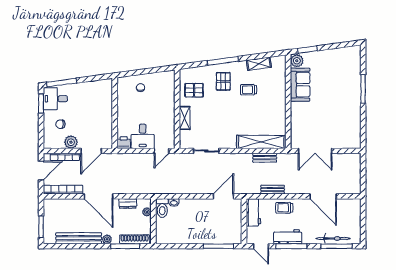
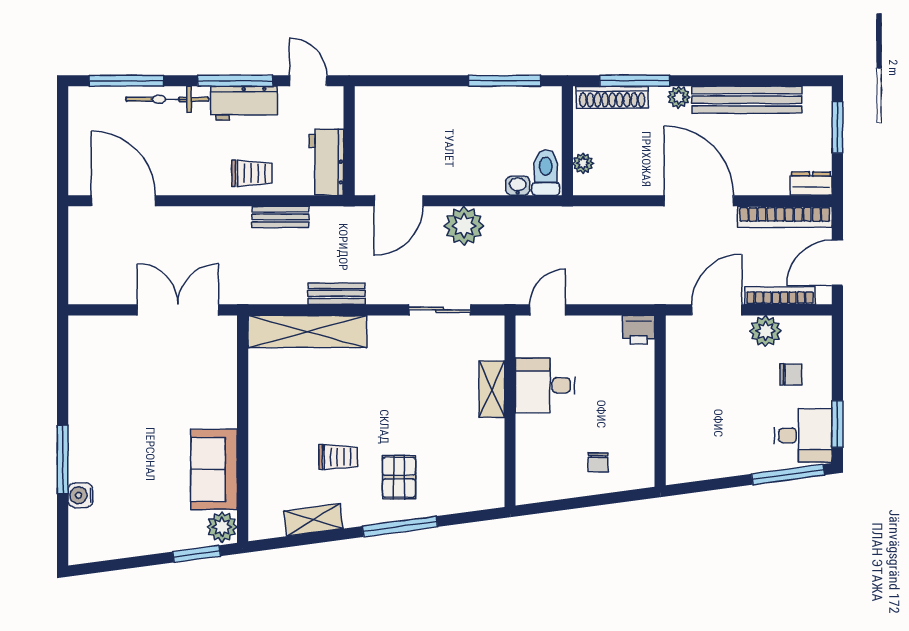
water cooler: (356, 74) -> (80, 495), added
pallet: (194, 90) -> (469, 456), removed
desk: (143, 136) -> (545, 385), moved, turned -90
bench: (265, 158) -> (337, 294), moved
plant: (196, 186) -> (464, 226), added
door: (323, 196) -> (123, 201), moved
dresser: (128, 203) -> (811, 184), moved
bicycle: (333, 238) -> (167, 99), moved
window: (218, 246) -> (504, 81), moved

